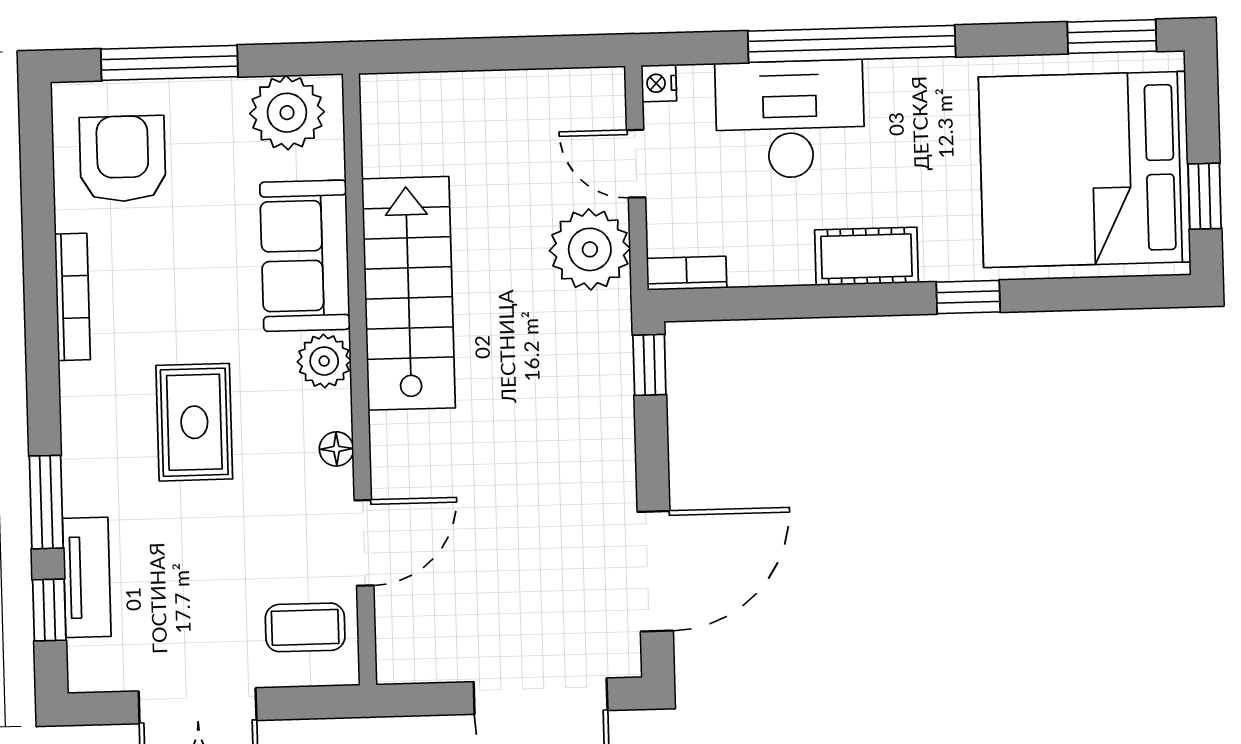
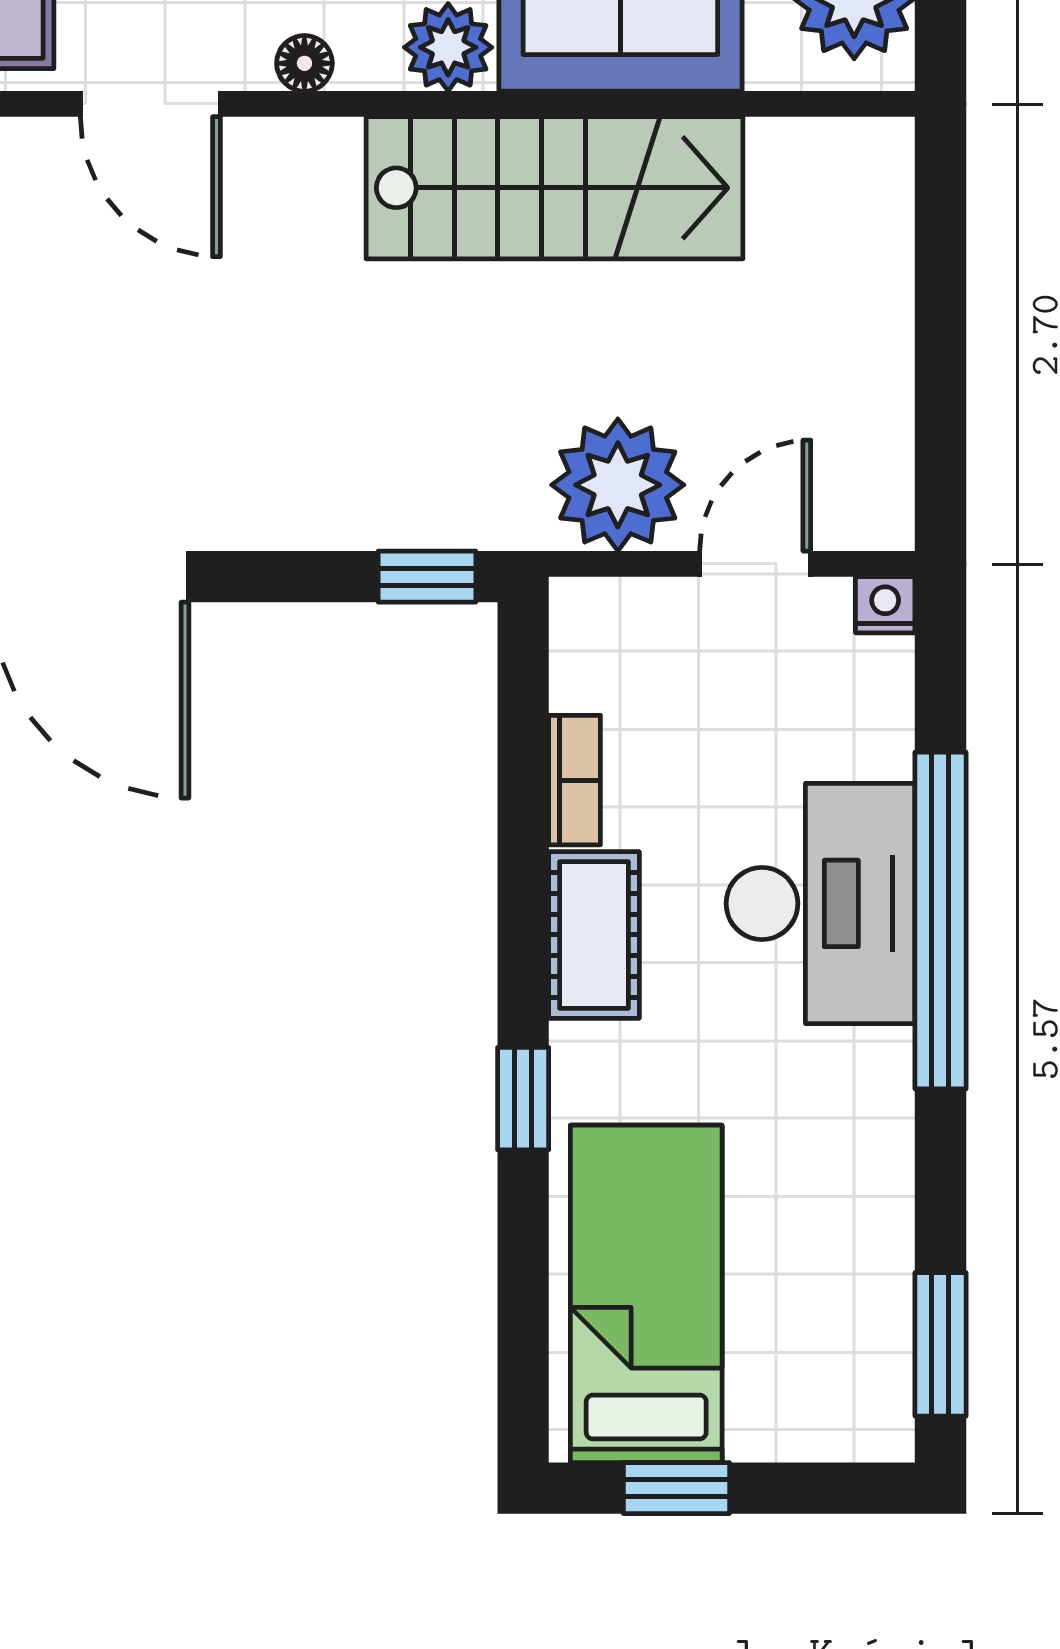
desk: (790, 119) -> (820, 903), moved
bed: (1085, 169) -> (646, 1294), width x0.49
bookcase: (687, 273) -> (575, 780), moved

